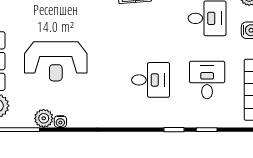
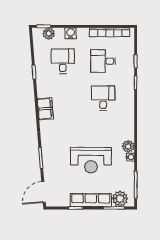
reception desk: (56, 61) -> (91, 160), turned 90
plant: (44, 118) -> (128, 146), moved

